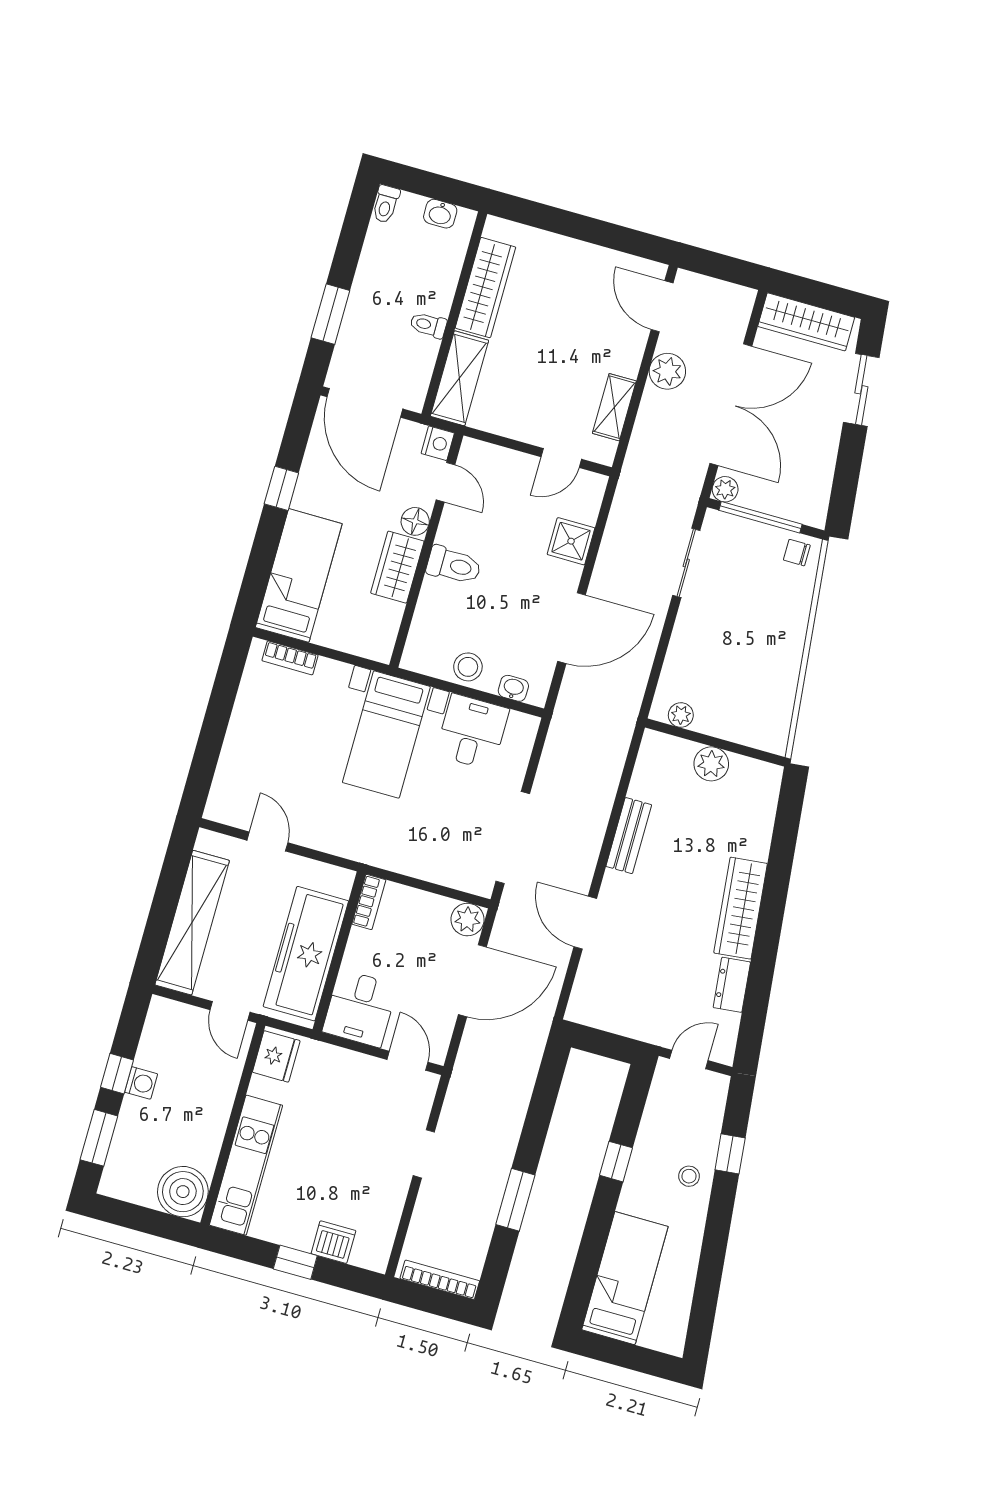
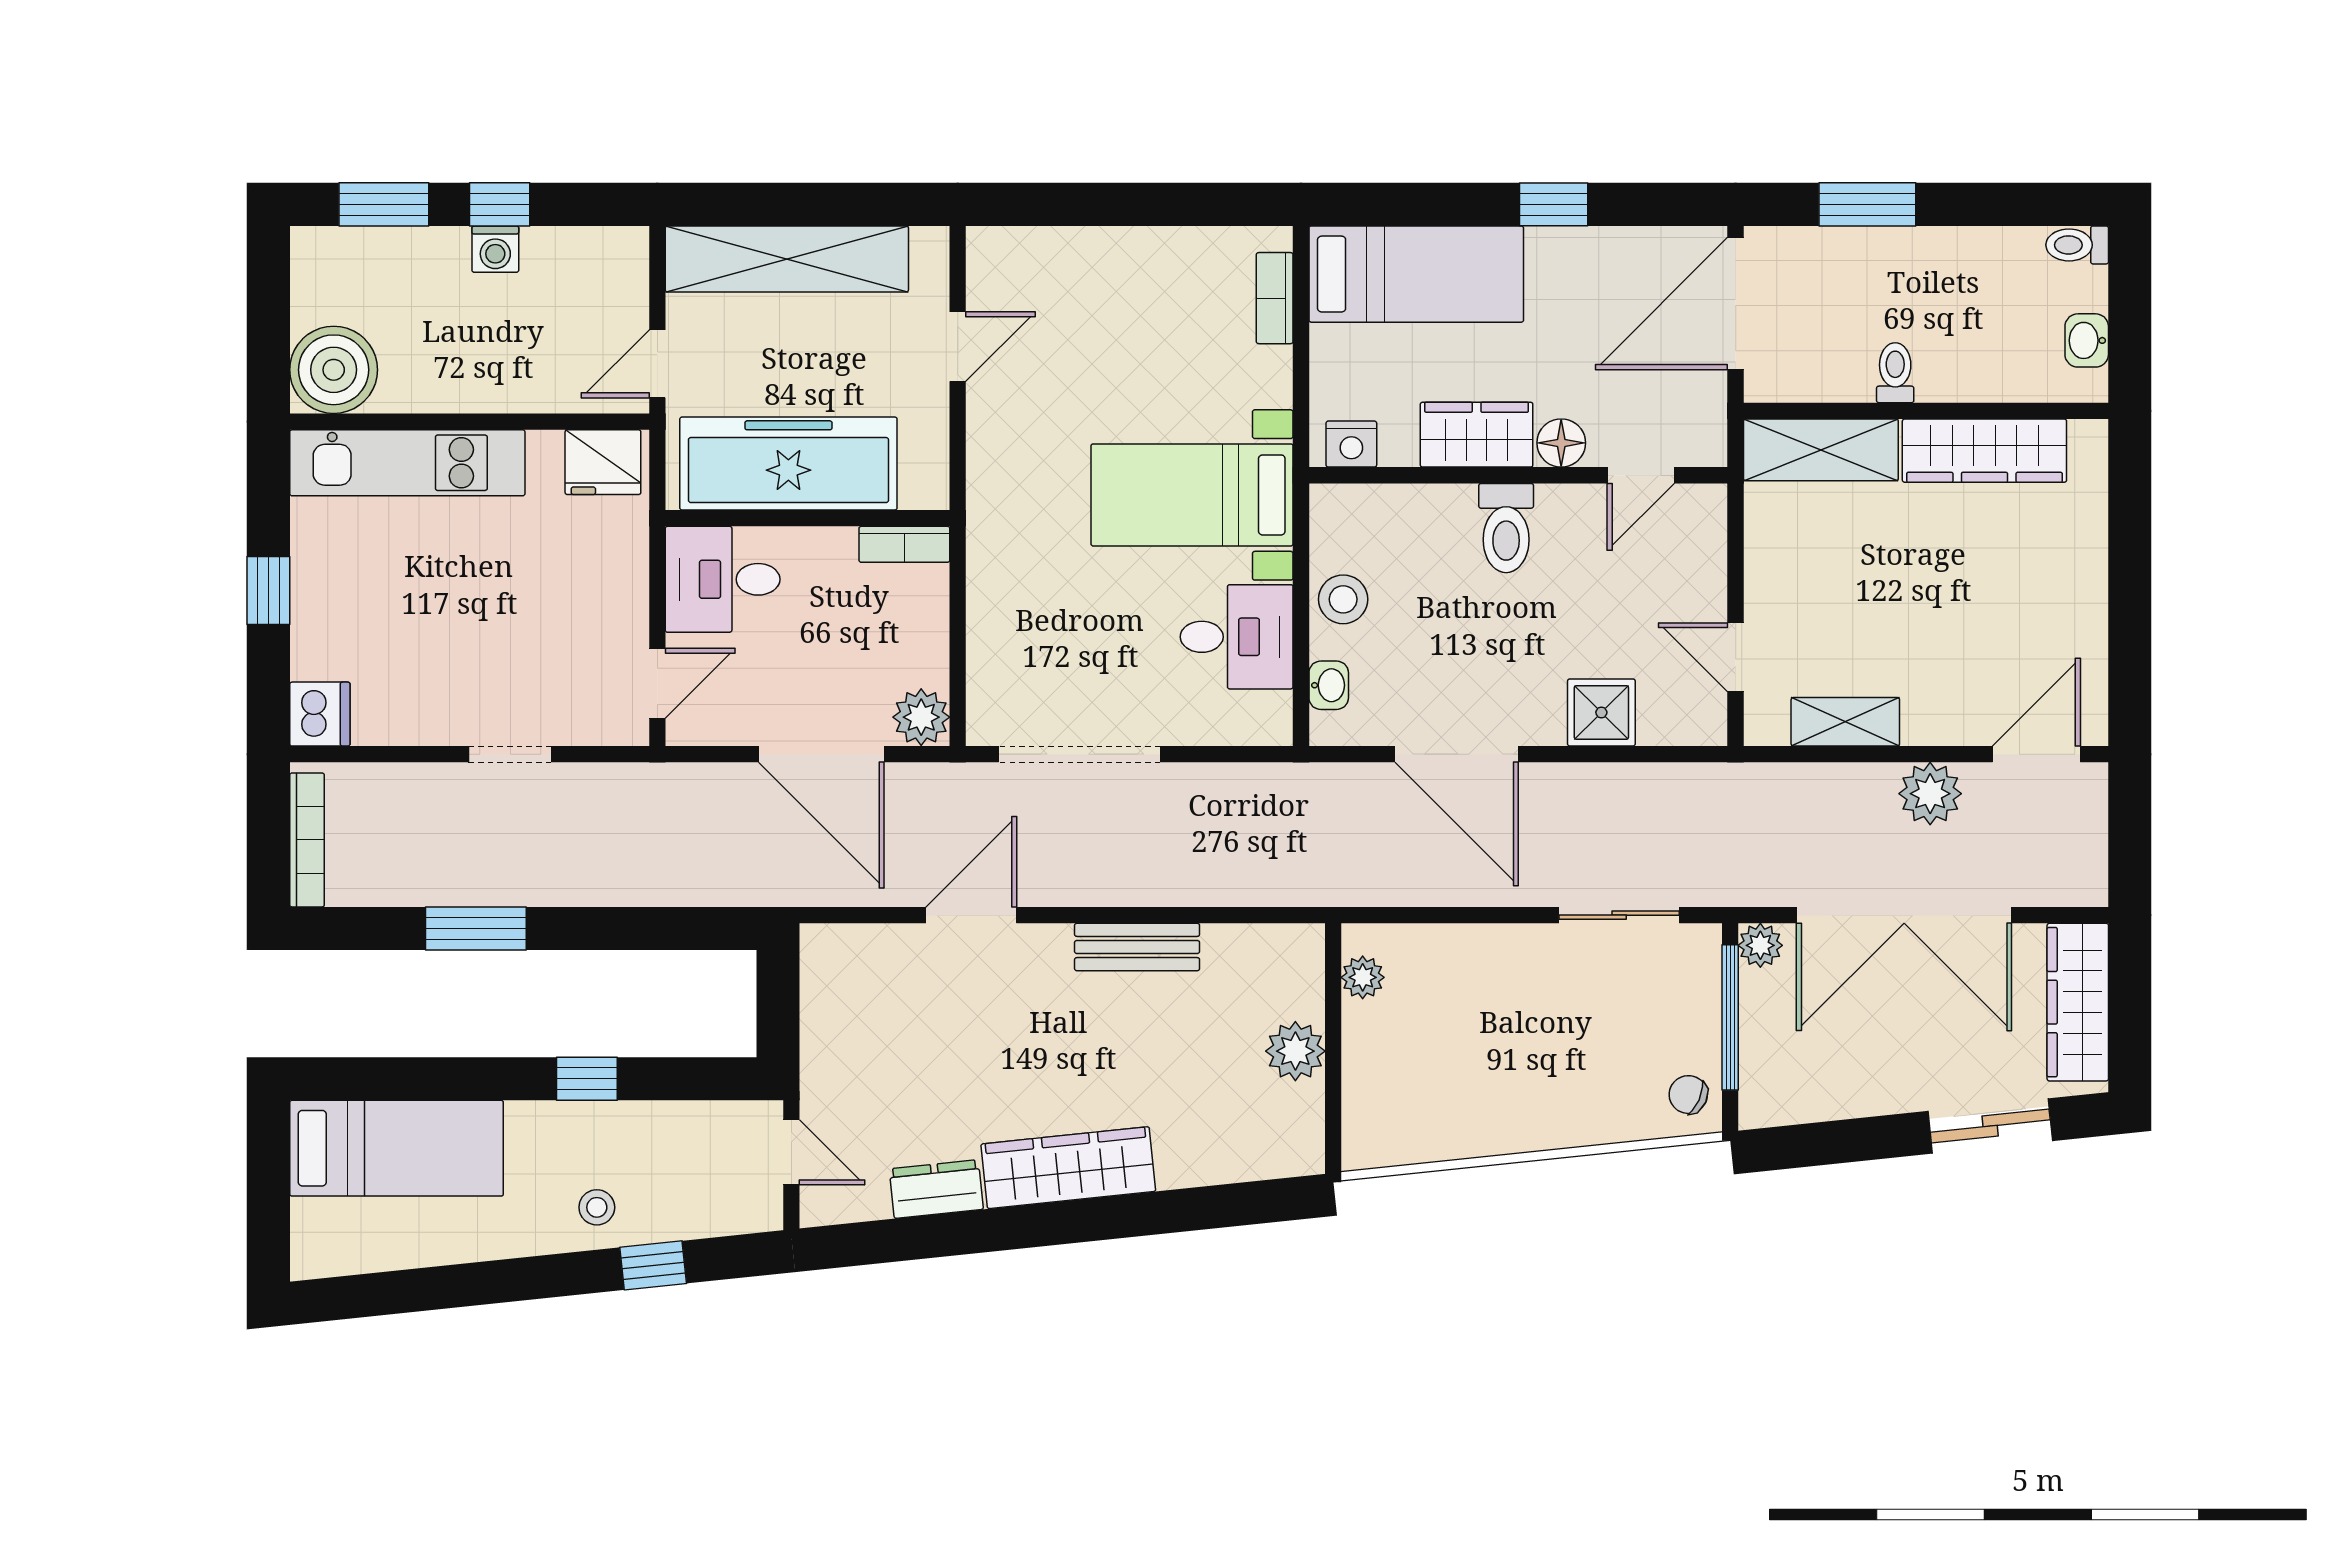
nightstand: (438, 443) -> (1351, 444), moved
chair: (797, 553) -> (1688, 1095), turned -66
dishwasher: (333, 1242) -> (320, 714), moved

